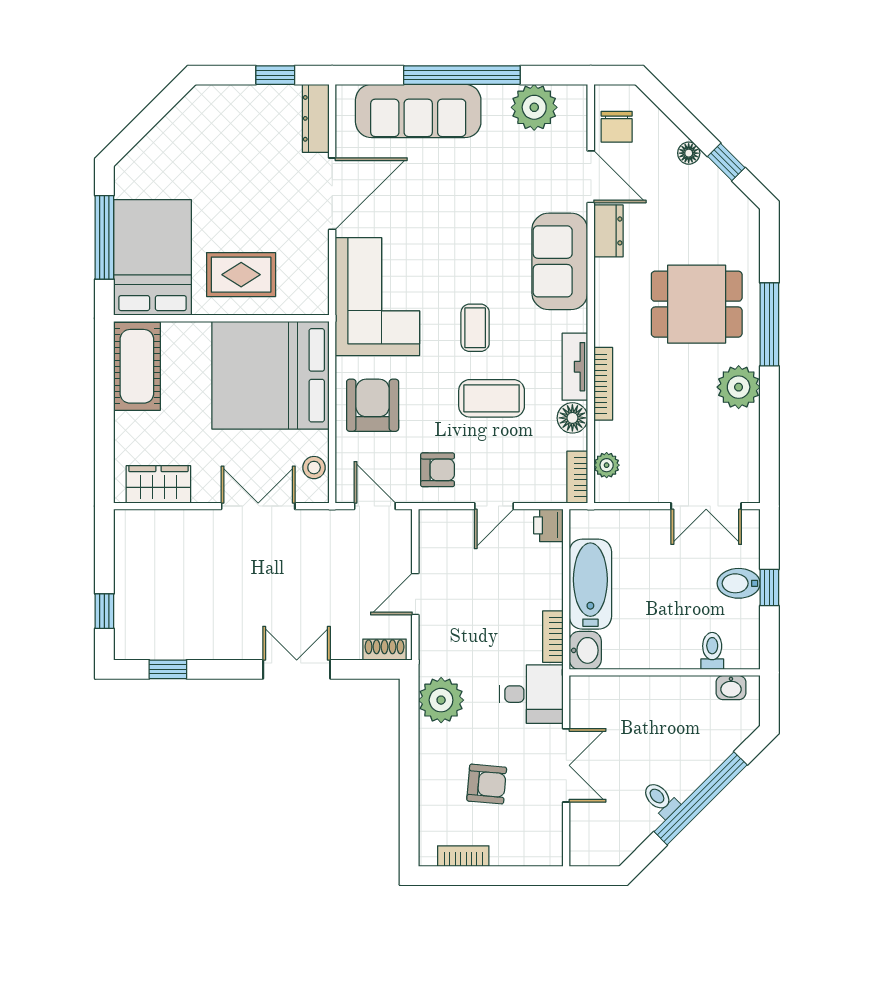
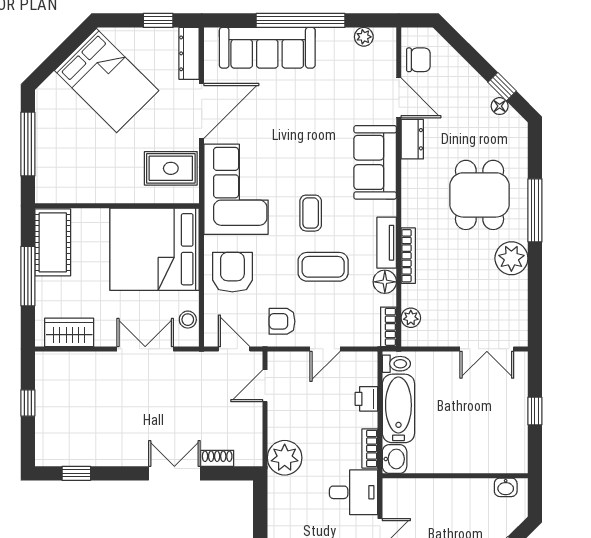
plant: (534, 107) -> (364, 37), width x0.53, depth x0.53
chair: (617, 127) -> (418, 60), turned -90
floor lamp: (689, 153) -> (500, 106), moved
bed: (152, 257) -> (107, 81), moved, turned 135
rug: (241, 275) -> (171, 168), moved
dining table: (697, 304) -> (480, 195), turned 90
window: (104, 411) -> (28, 276), added
armchair: (438, 470) -> (282, 321), turned 180
printer: (548, 525) -> (366, 399), moved
bidet: (739, 583) -> (511, 408), removed
door: (415, 594) -> (265, 386), moved
window: (104, 611) -> (28, 403), moved
shoe rack: (385, 650) -> (217, 458), moved
toilet: (712, 651) -> (396, 364), moved, turned 90
plant: (441, 700) -> (285, 458), moved

